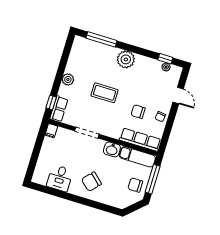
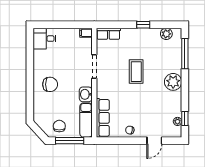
plant: (68, 79) -> (166, 34), moved
window: (51, 102) -> (143, 25), moved
chair: (138, 112) -> (128, 108), removed
desk: (60, 178) -> (44, 39), moved
chair: (91, 182) -> (50, 84), turned 137

